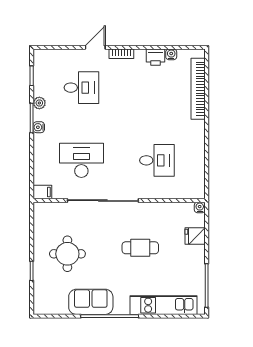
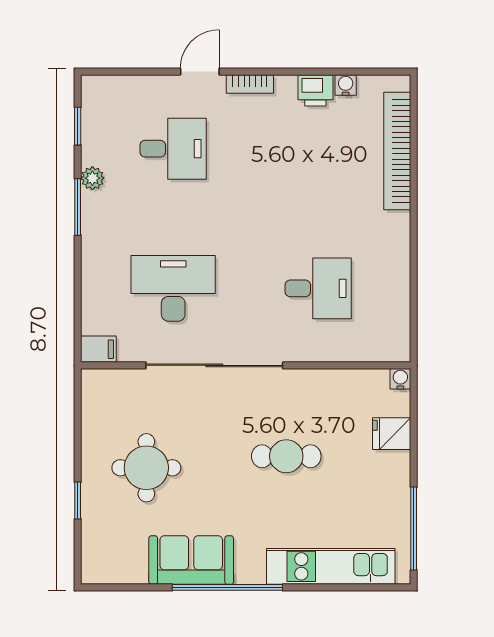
water cooler: (39, 127) -> (91, 225), removed

